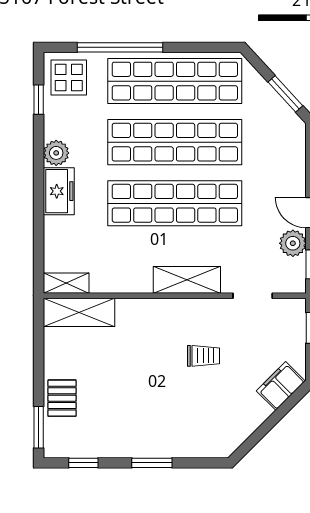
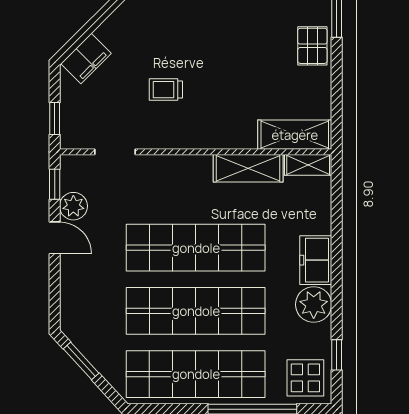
plant: (56, 153) -> (314, 305), width x1.36, depth x1.36
shelving: (187, 280) -> (248, 168), moved

